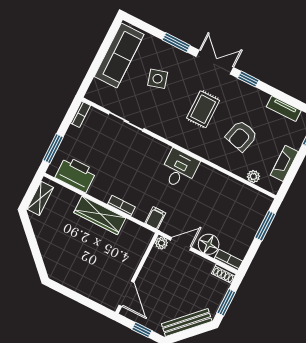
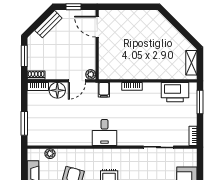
wardrobe: (100, 215) -> (144, 72), removed
bench: (187, 323) -> (48, 24), width x0.73

